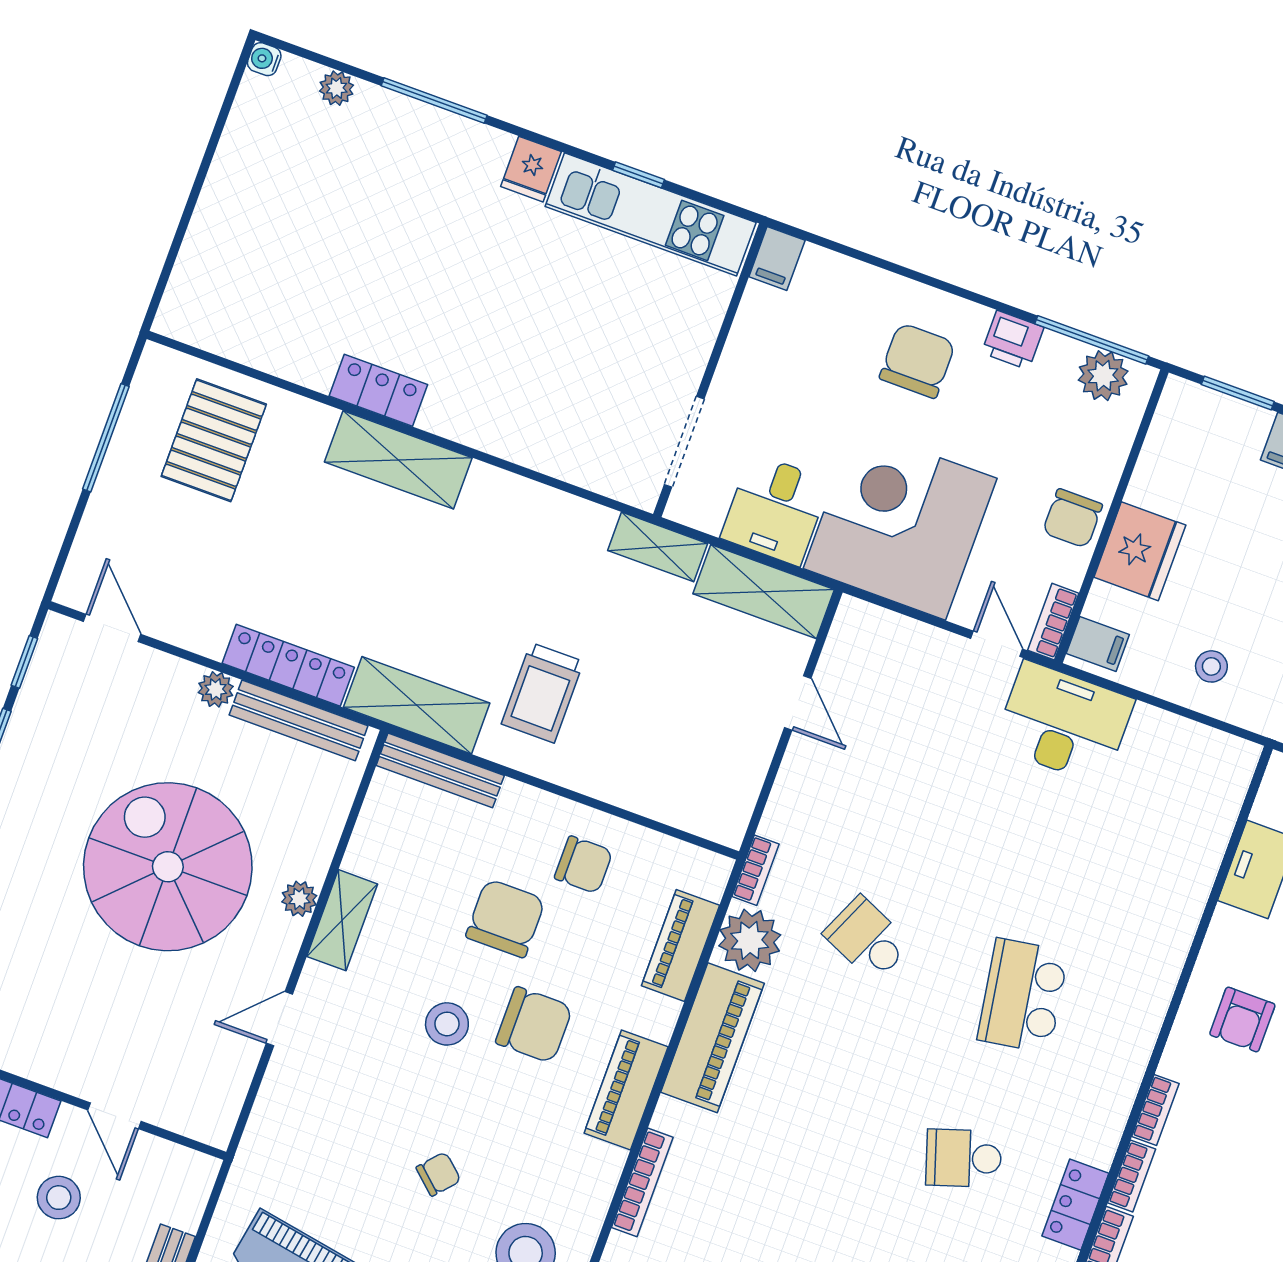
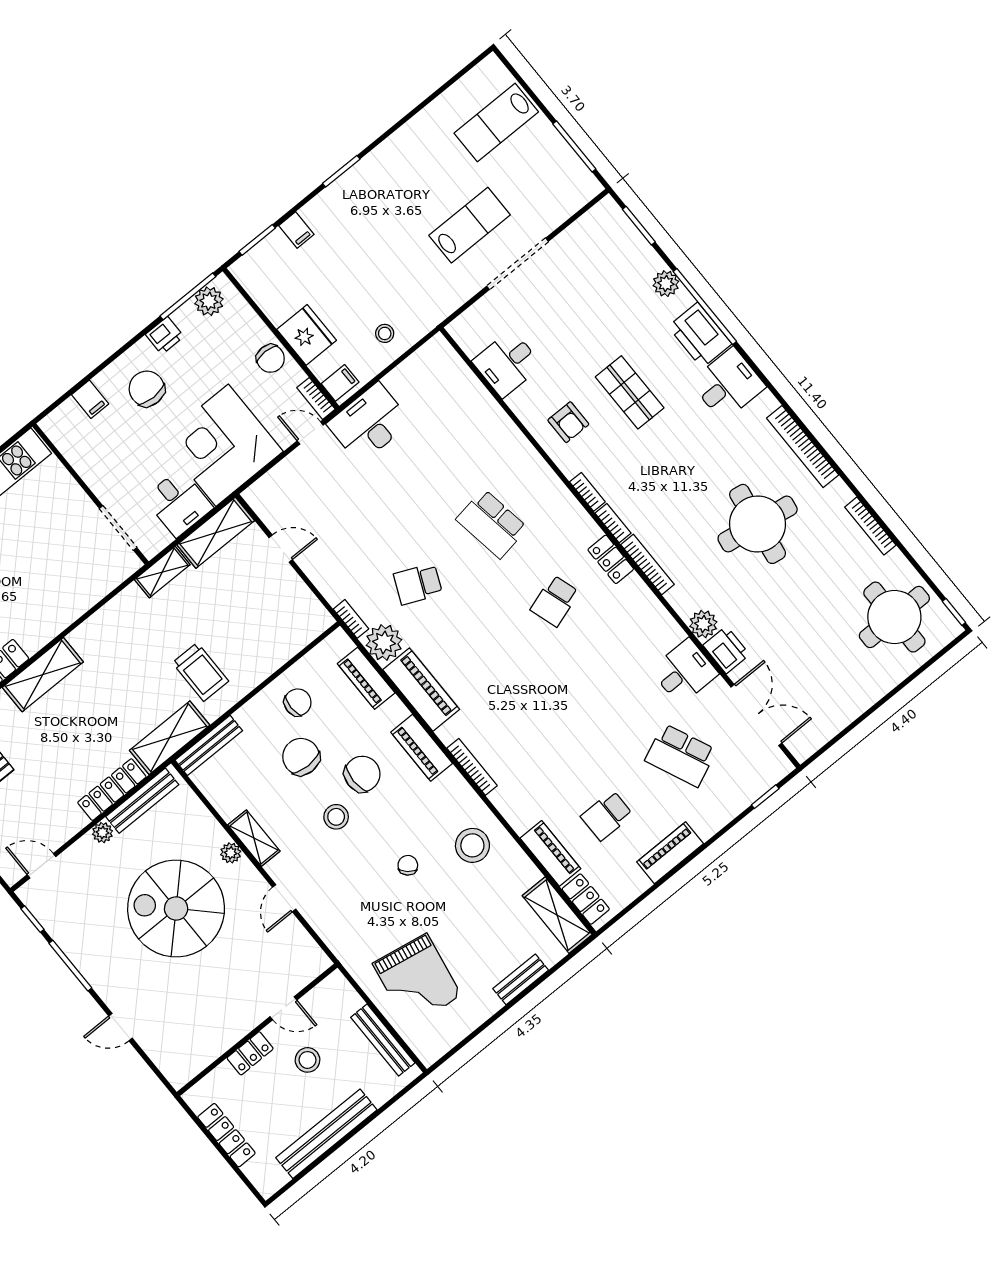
filing cabinet: (777, 258) -> (90, 399), moved

